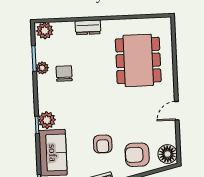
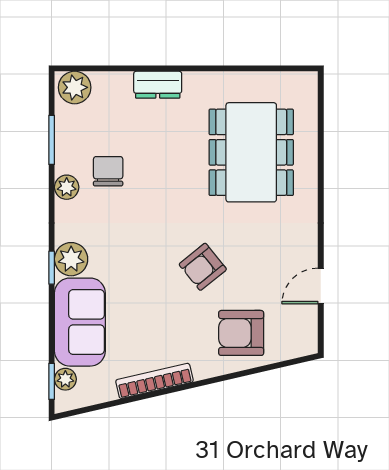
plant: (42, 68) -> (67, 187), moved
door: (177, 111) -> (321, 286), moved
armchair: (103, 144) -> (203, 267), moved, turned 51
floor lamp: (168, 154) -> (300, 334), removed

